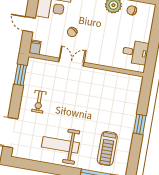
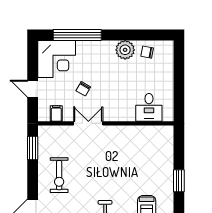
filing cabinet: (35, 47) -> (56, 114), moved
desk: (135, 52) -> (149, 107), moved, turned 90
exercise bike: (39, 102) -> (59, 175), width x1.38, depth x1.39

